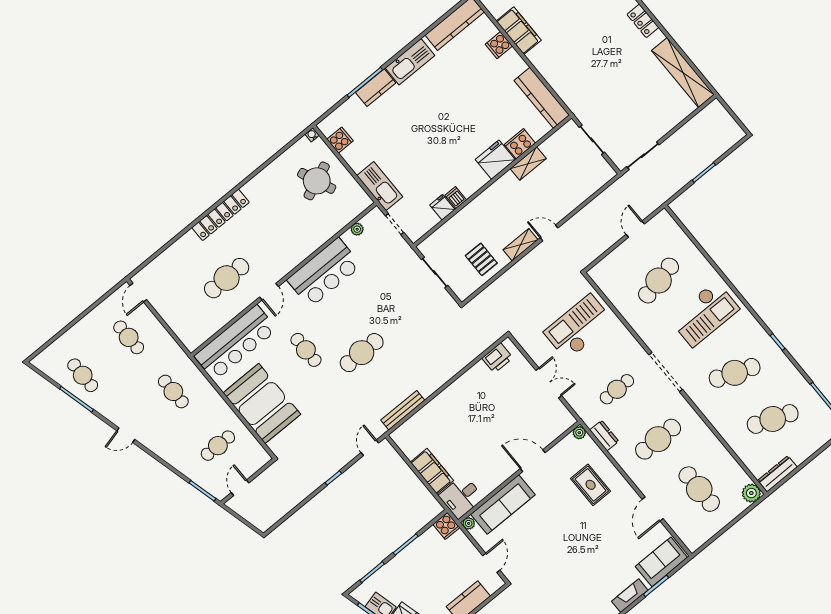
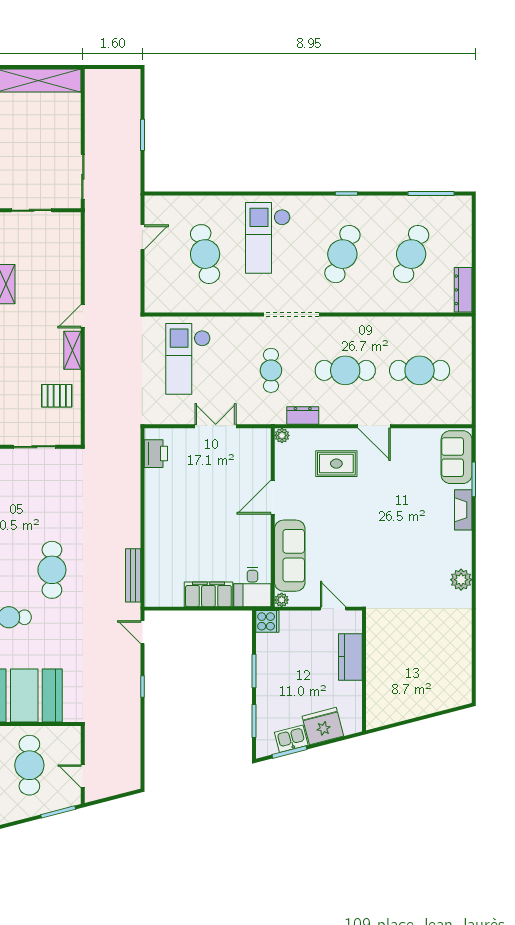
door: (635, 229) -> (142, 237), swing flipped
checkout: (704, 314) -> (268, 238), turned 180
cafe table: (658, 439) -> (345, 370), turned 90
cafe table: (218, 446) -> (29, 765), width x1.37, depth x1.35
plant: (751, 493) -> (461, 327), removed
door: (653, 509) -> (374, 426), moved

